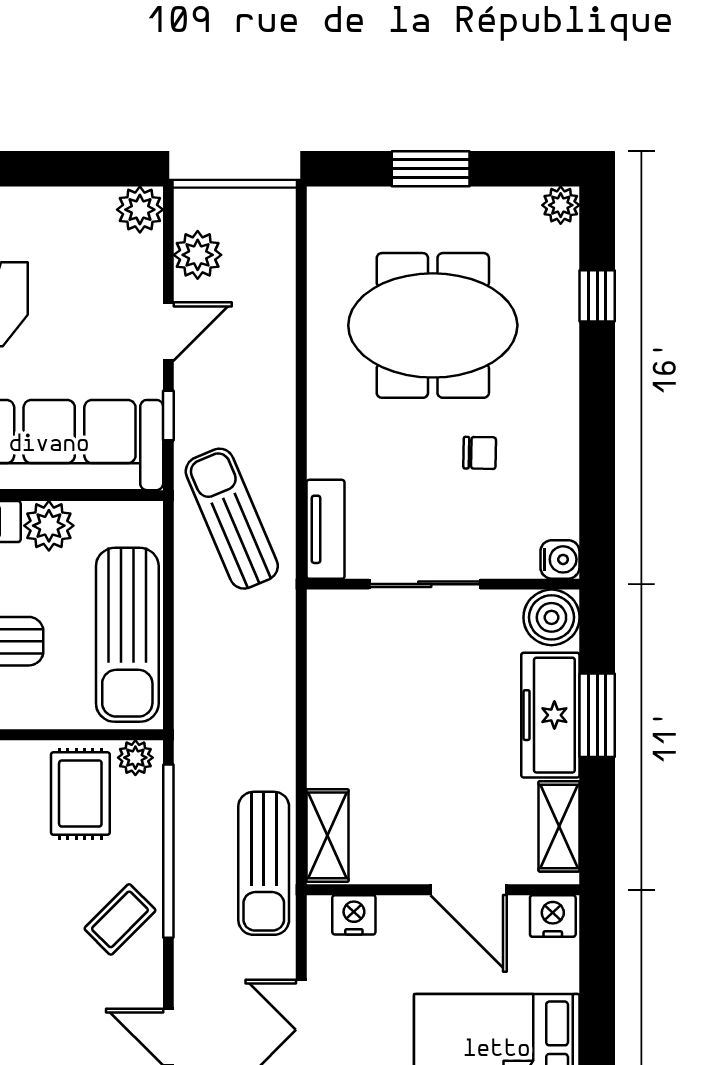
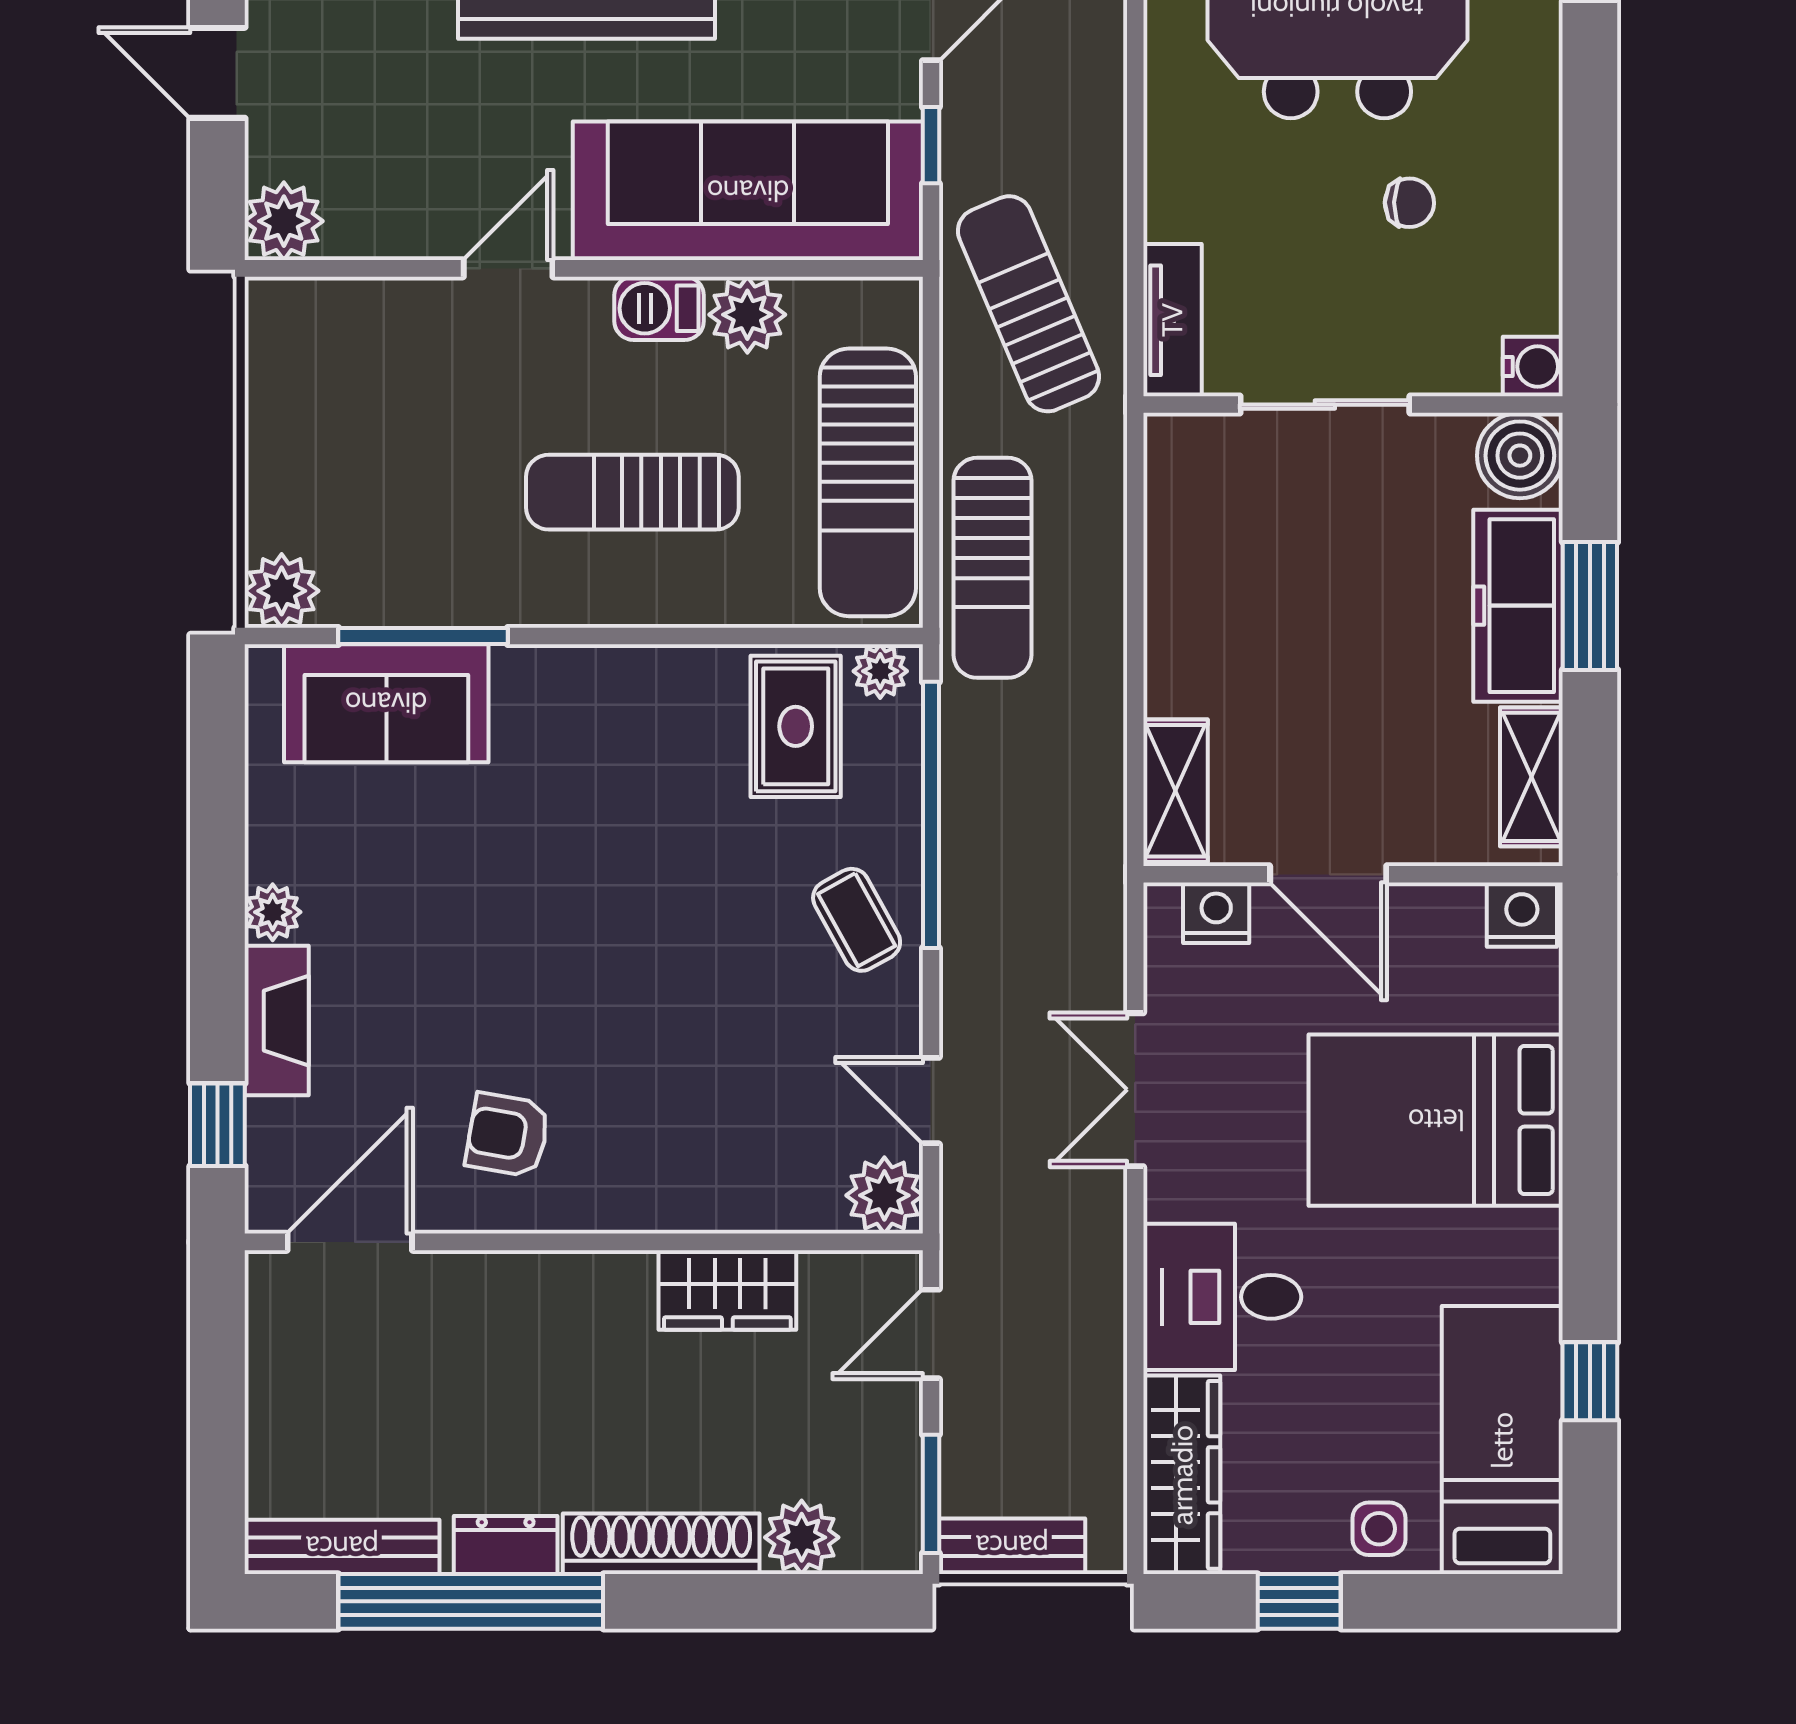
sun lounger: (264, 863) -> (993, 568), moved
door: (469, 890) -> (1328, 874), moved
coffee table: (120, 919) -> (857, 920), turned -74

